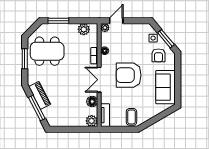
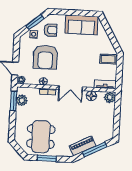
window: (58, 21) -> (14, 101), moved
armchair: (129, 75) -> (45, 57), moved

